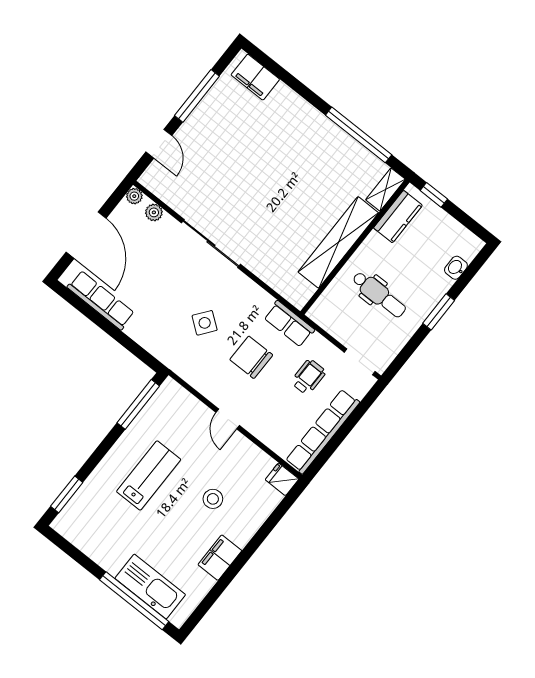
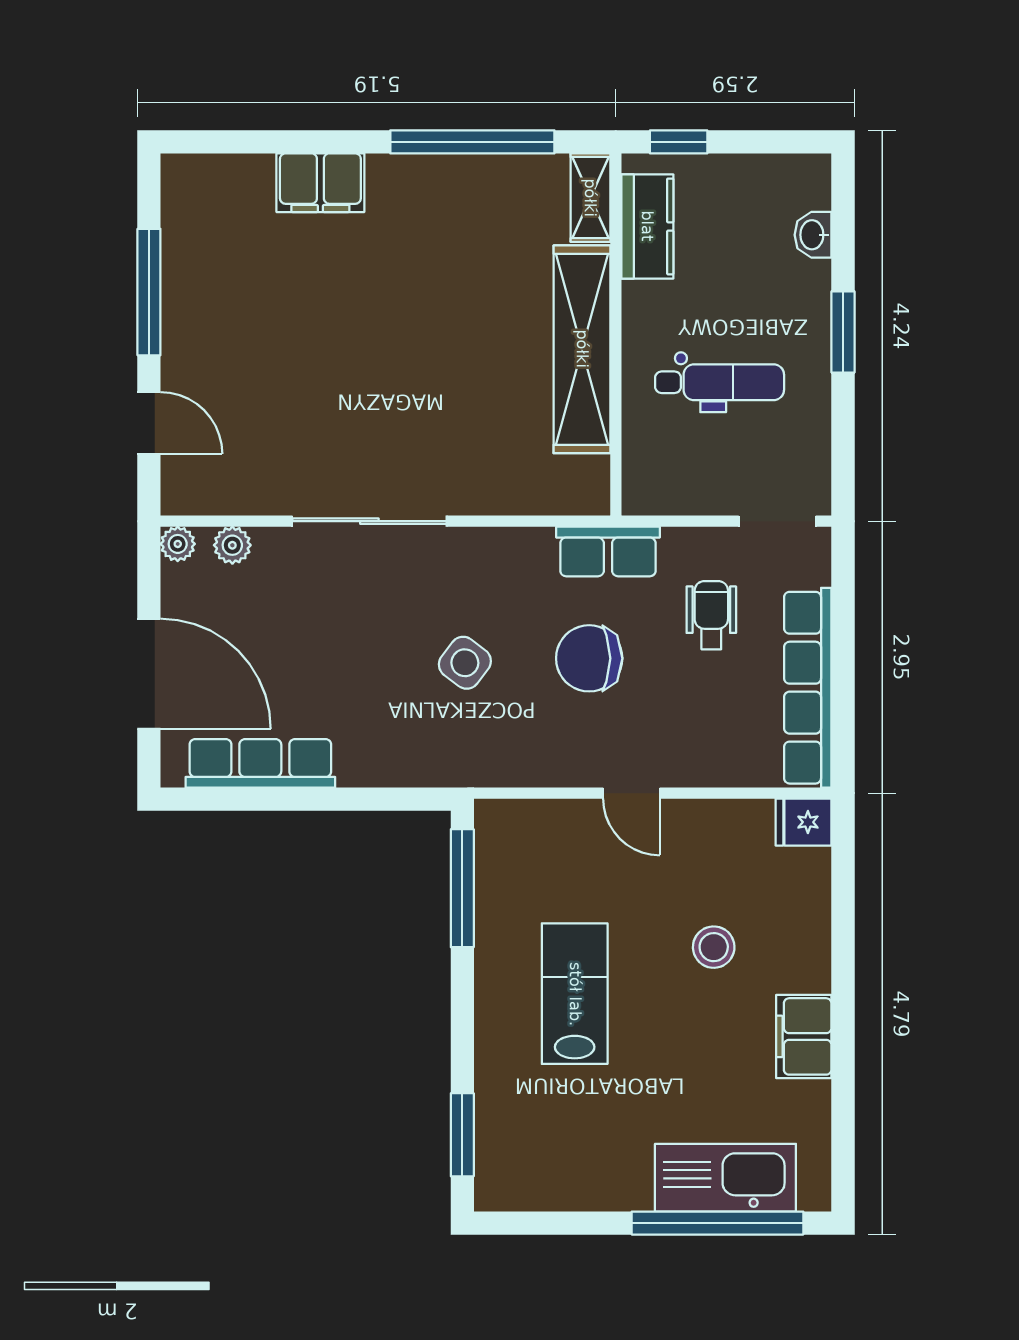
filing cabinet: (255, 77) -> (320, 183), moved

